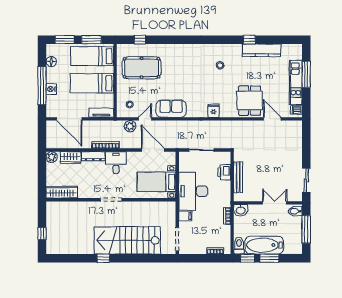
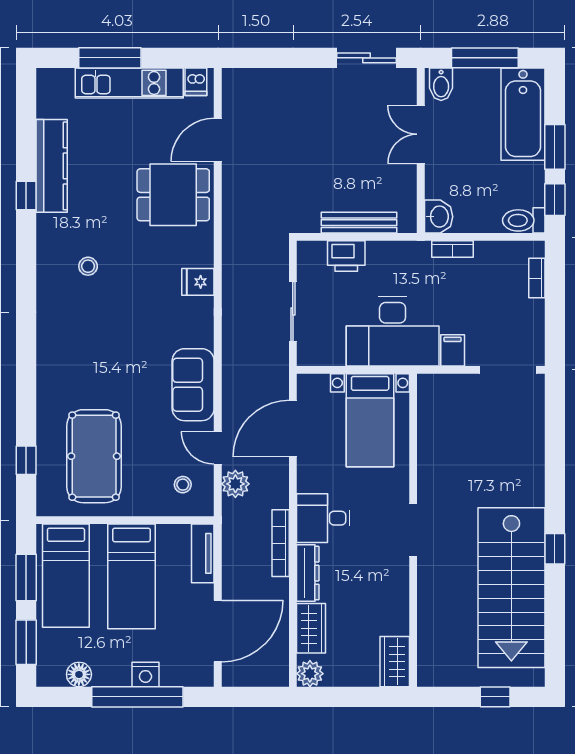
wardrobe: (62, 192) -> (395, 662), width x0.67
stairs: (127, 240) -> (511, 588), moved
bathtub: (264, 245) -> (523, 114), moved

